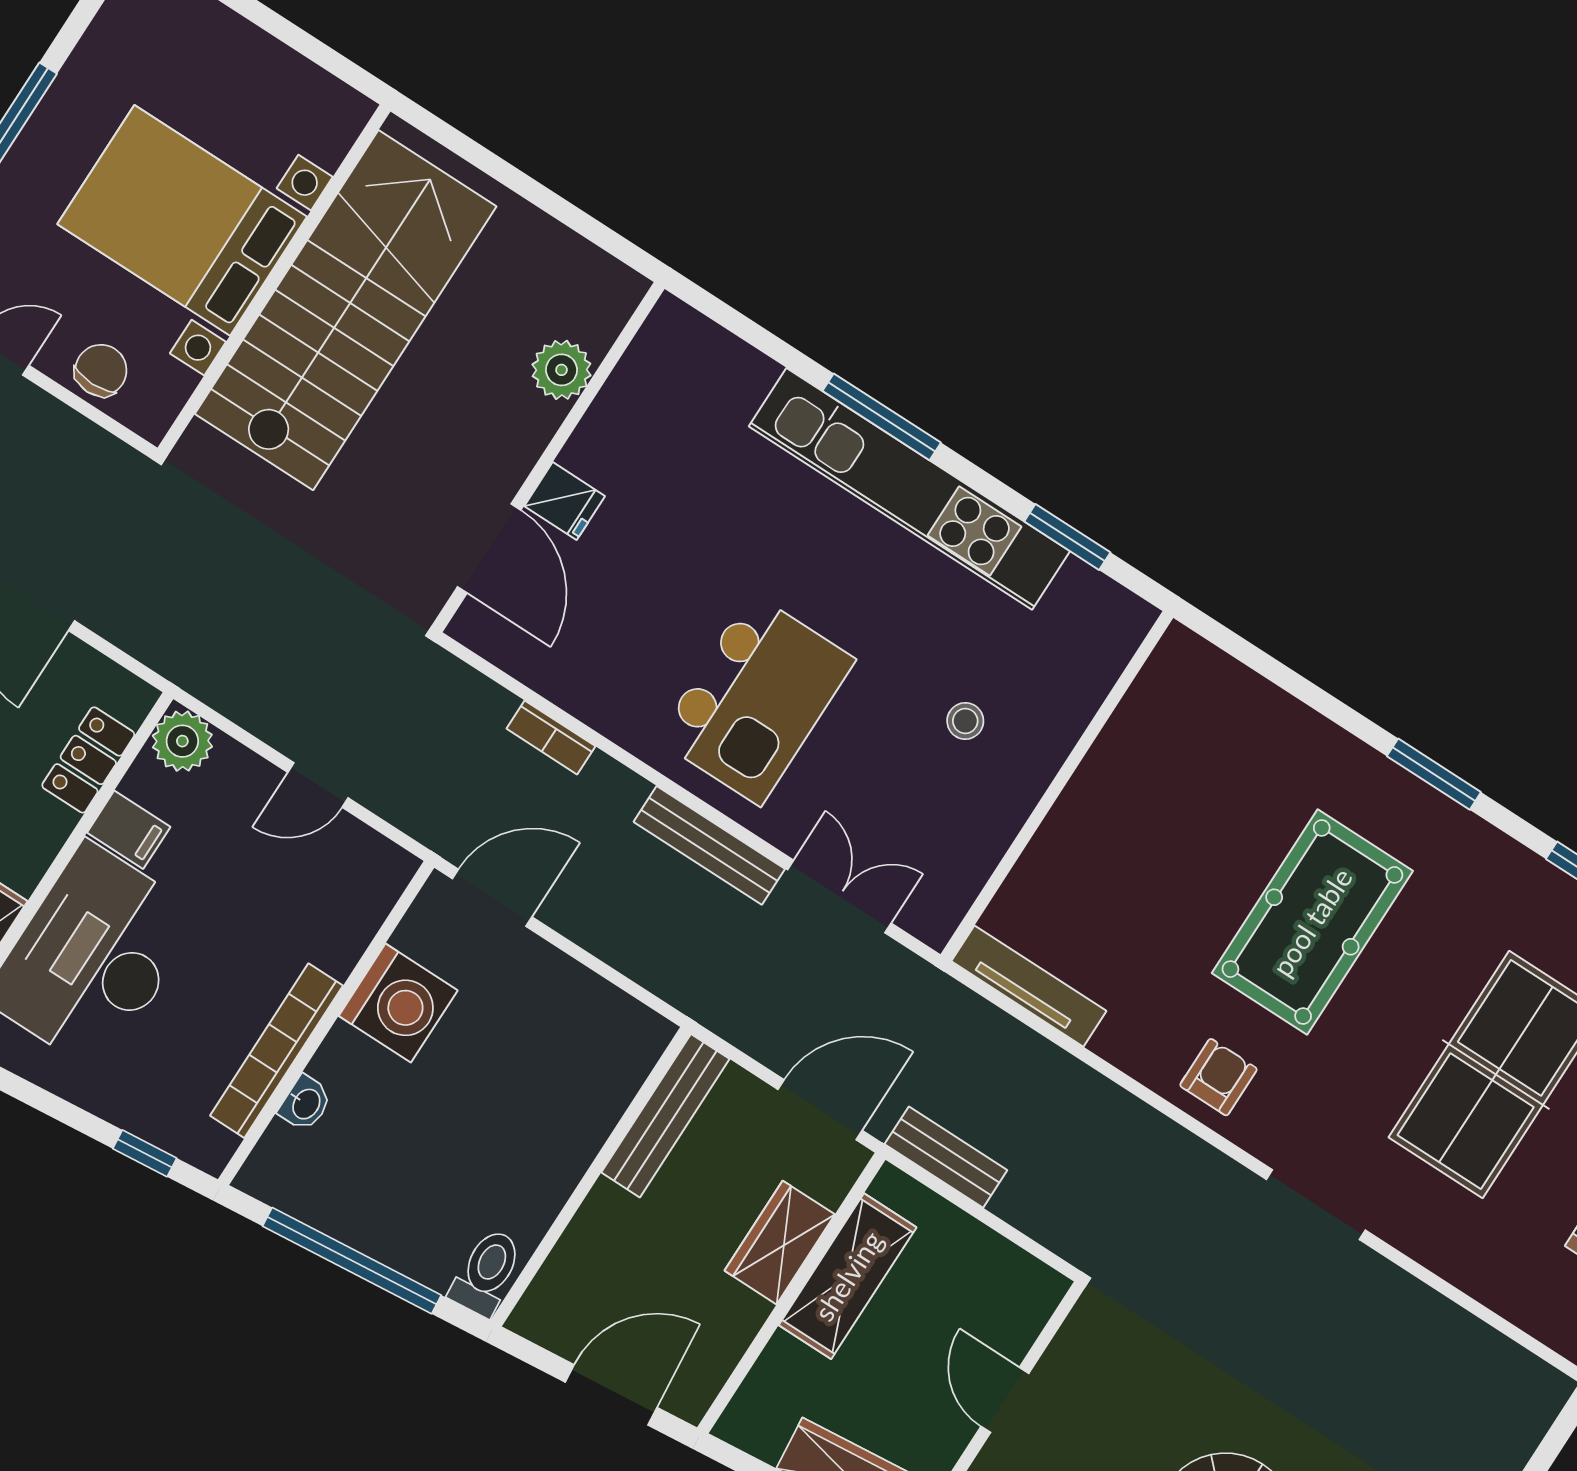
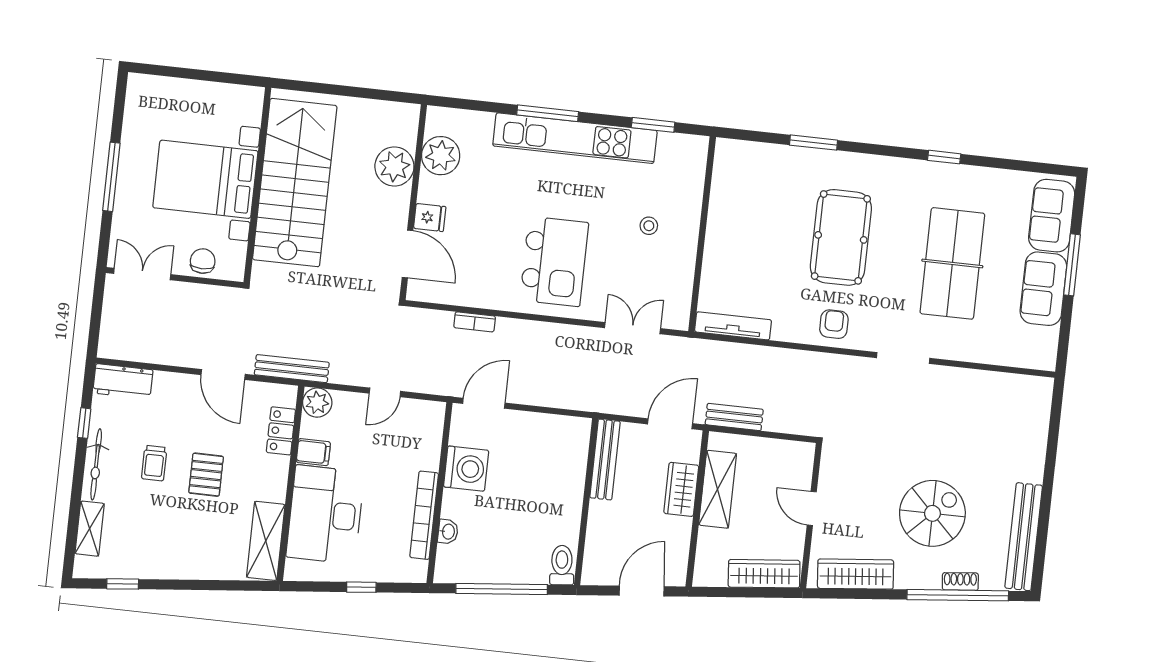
plant: (561, 370) -> (394, 166), width x1.36, depth x1.36
plant: (643, 396) -> (441, 156), added
window: (1434, 774) -> (813, 143), moved
bench: (709, 845) -> (292, 369), moved
window: (145, 1153) -> (361, 587), moved

